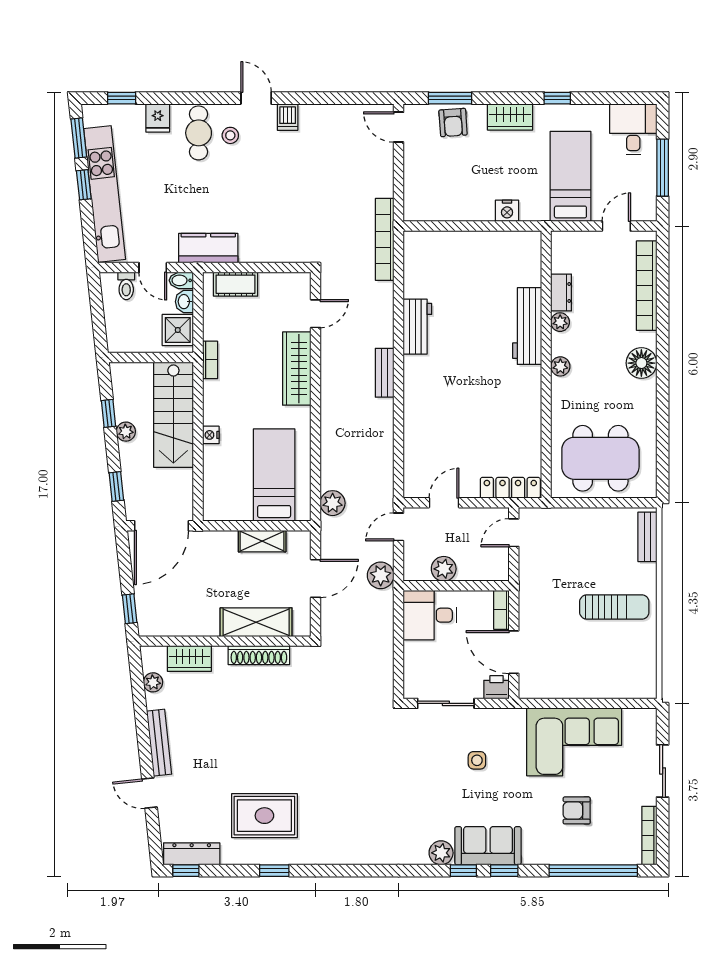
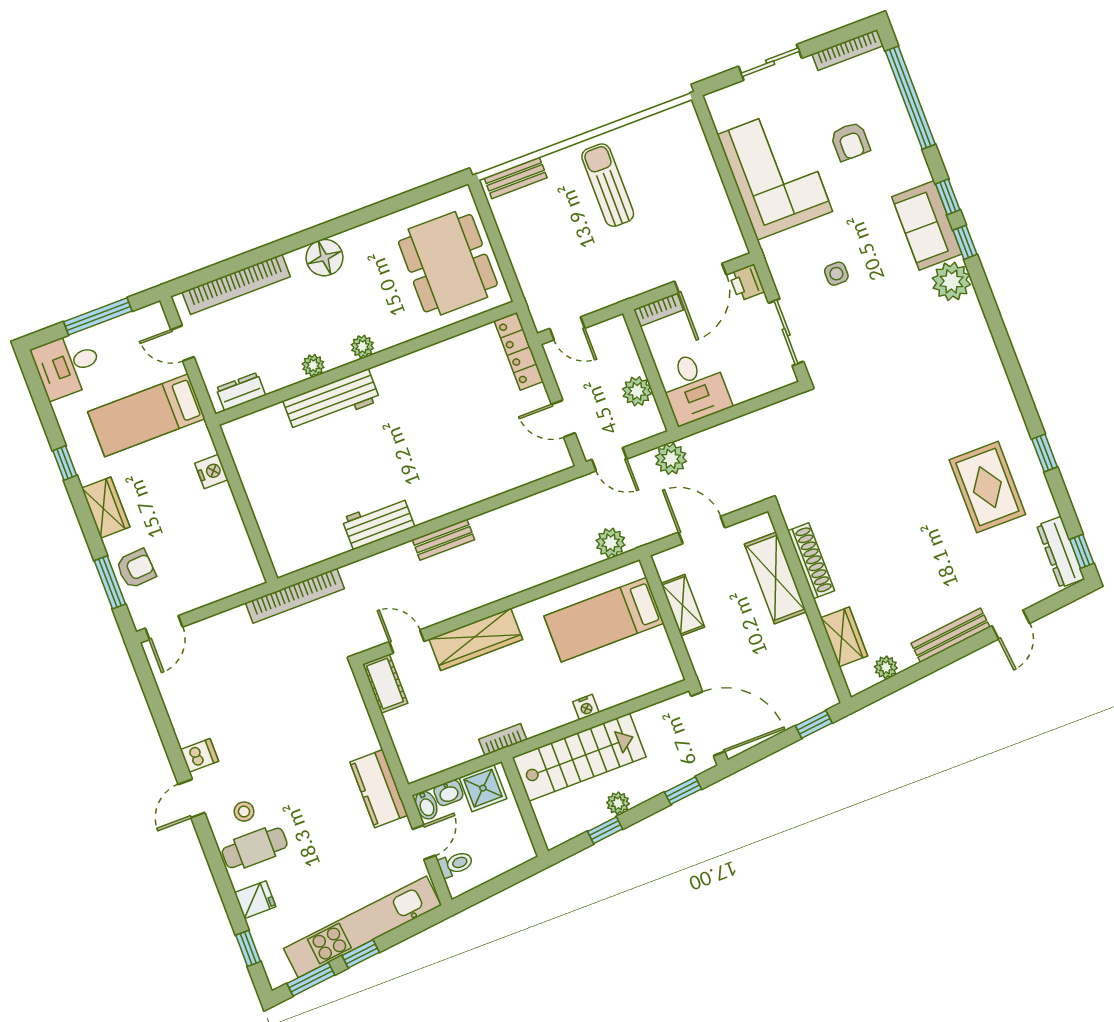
cot: (236, 284) -> (385, 684), moved
dresser: (561, 292) -> (241, 392), moved
plant: (441, 853) -> (951, 281), width x1.36, depth x1.36

